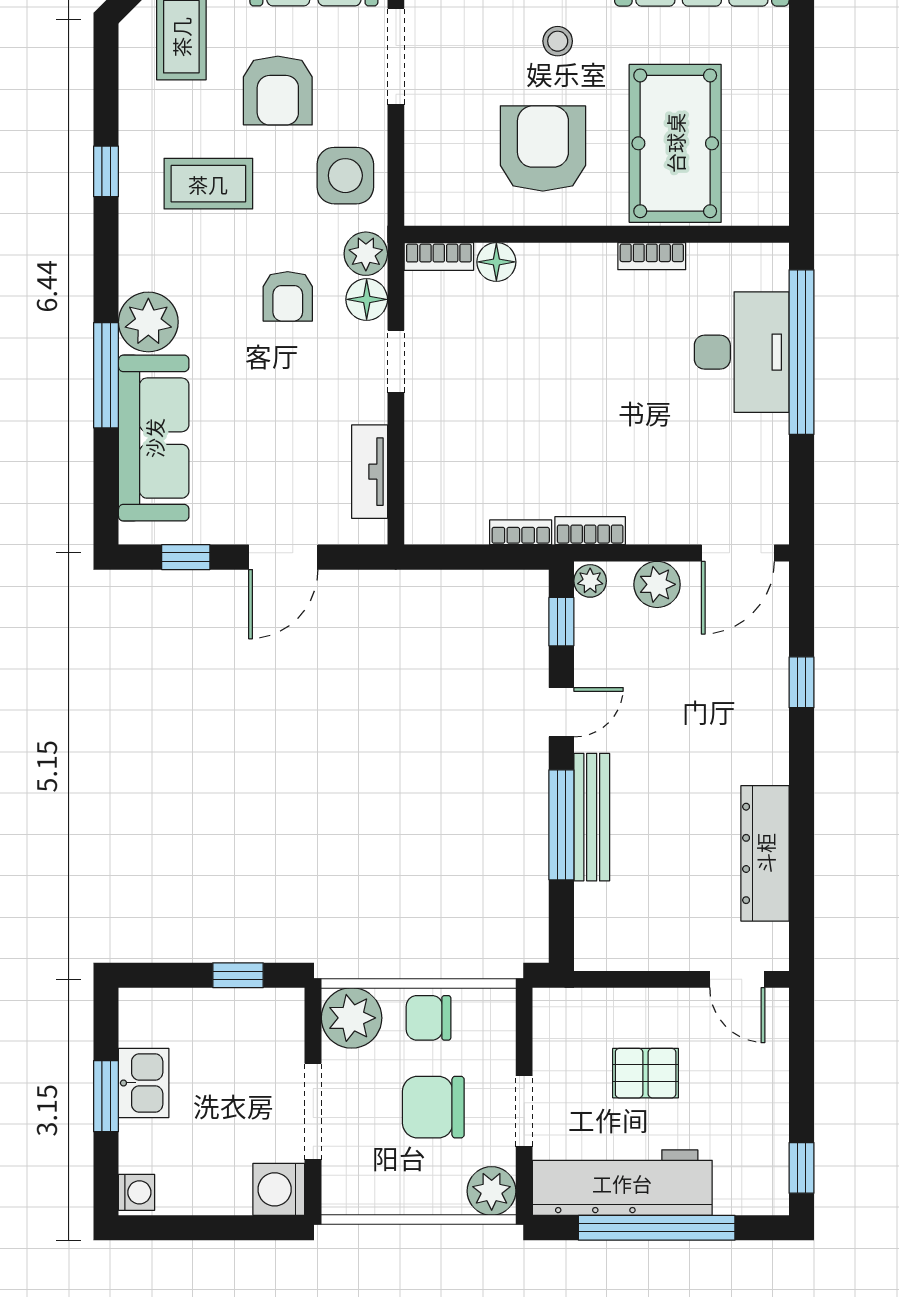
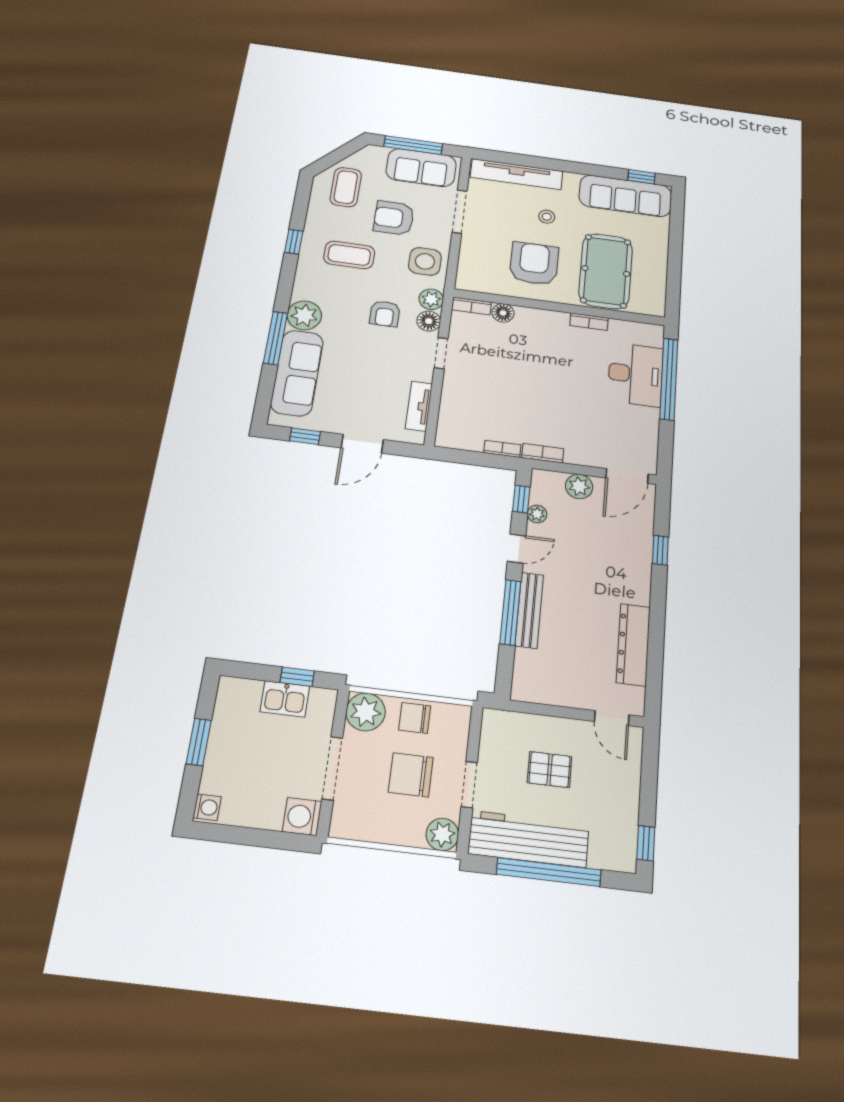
armchair: (278, 91) -> (394, 218), turned 90
plant: (590, 581) -> (537, 514), moved
kitchen sink: (144, 1083) -> (285, 699), moved, turned 90

